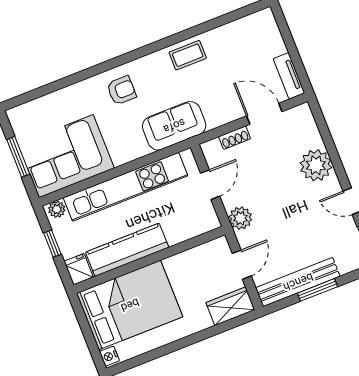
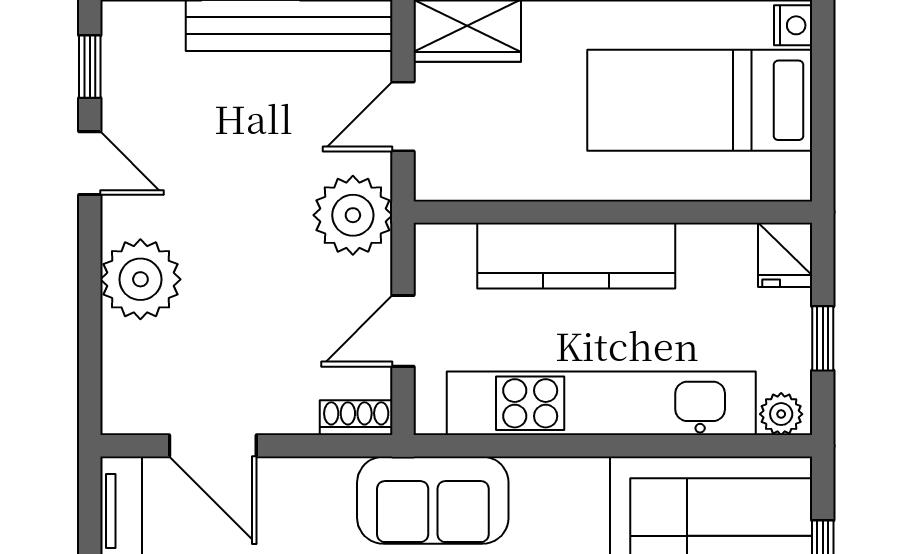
shoe rack: (235, 138) -> (356, 418), moved
plant: (240, 218) -> (353, 215), width x1.36, depth x1.36
kitchen counter: (127, 250) -> (576, 256), moved
bed: (130, 305) -> (700, 100), width x0.67

